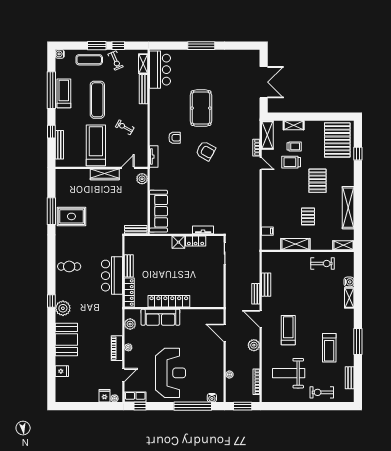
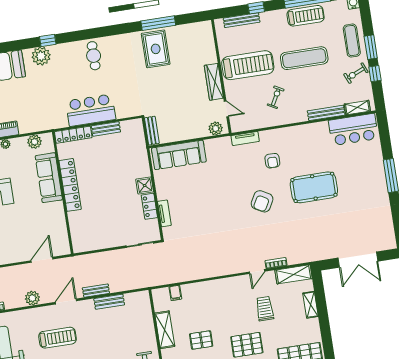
trolley: (294, 146) -> (285, 309), removed

